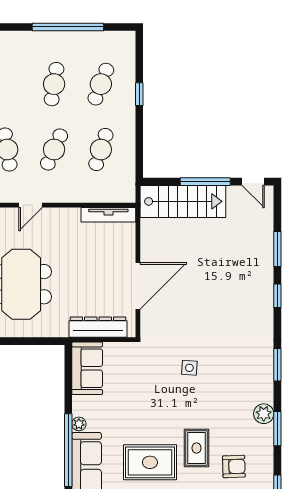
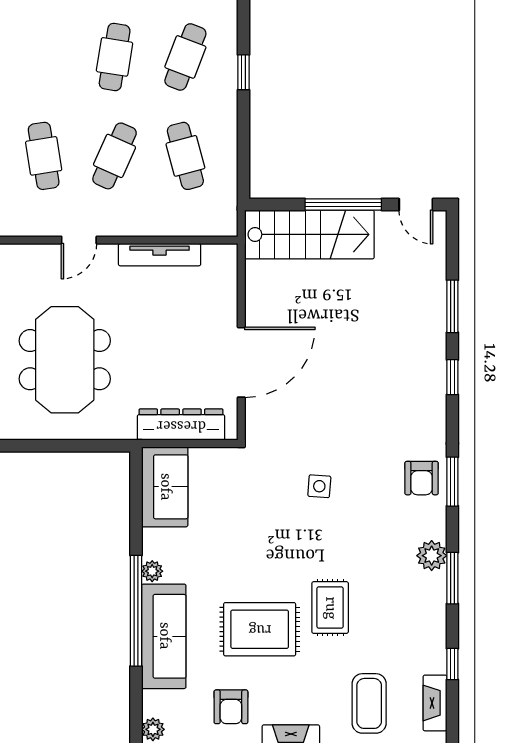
cafe table: (101, 150) -> (185, 156), turned -33
tv unit: (108, 215) -> (160, 255), moved
armchair: (234, 466) -> (422, 478), moved, turned 92

